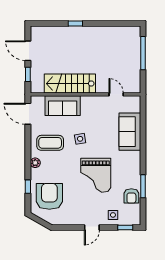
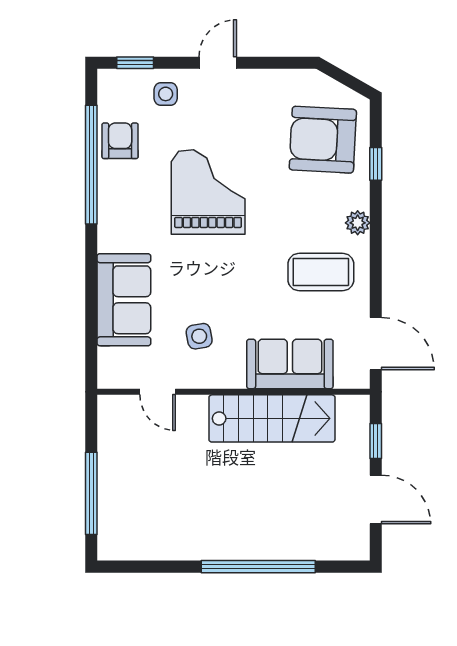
window: (75, 24) -> (258, 567), width x3.17
side table: (80, 139) -> (199, 336), moved
window: (143, 186) -> (91, 165), width x2.11
armchair: (49, 196) -> (323, 140), turned 93

